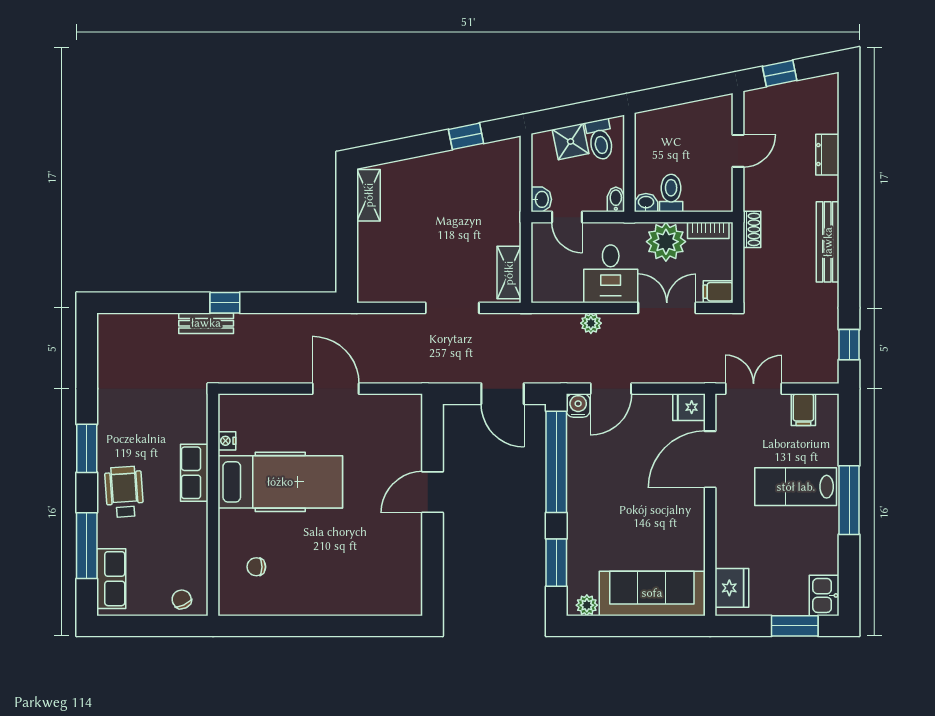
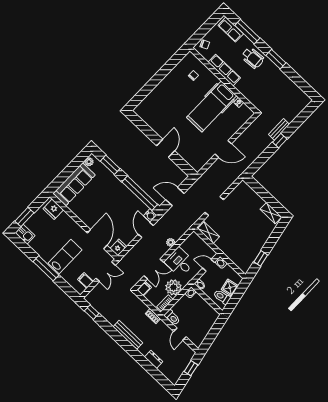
toilet: (671, 193) -> (172, 317), moved
row of seats: (194, 473) -> (224, 70), moved, width x1.48

